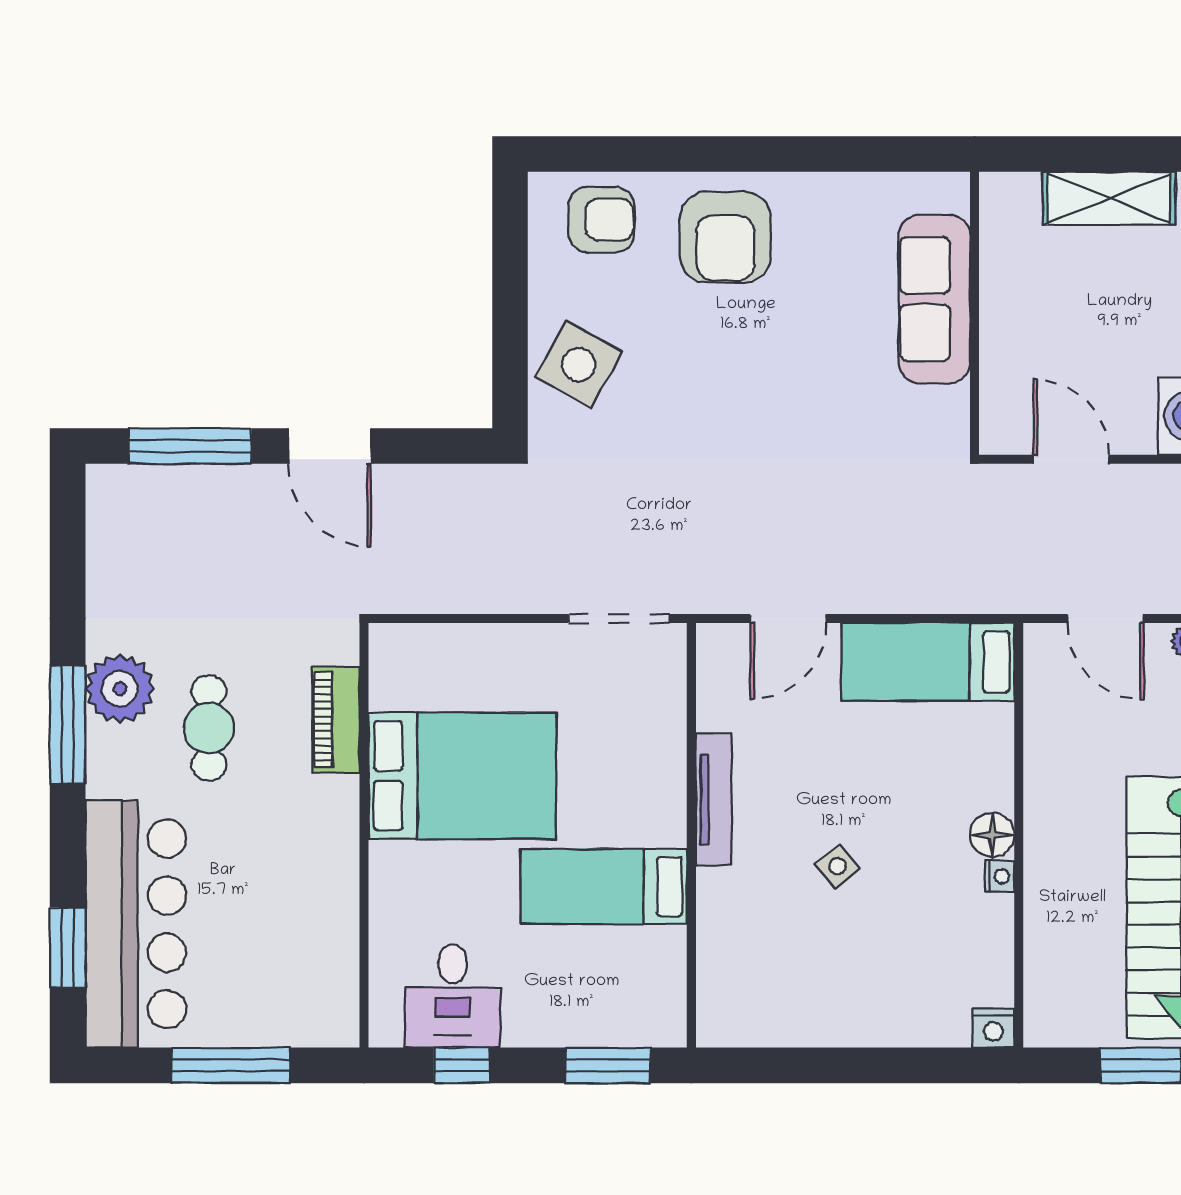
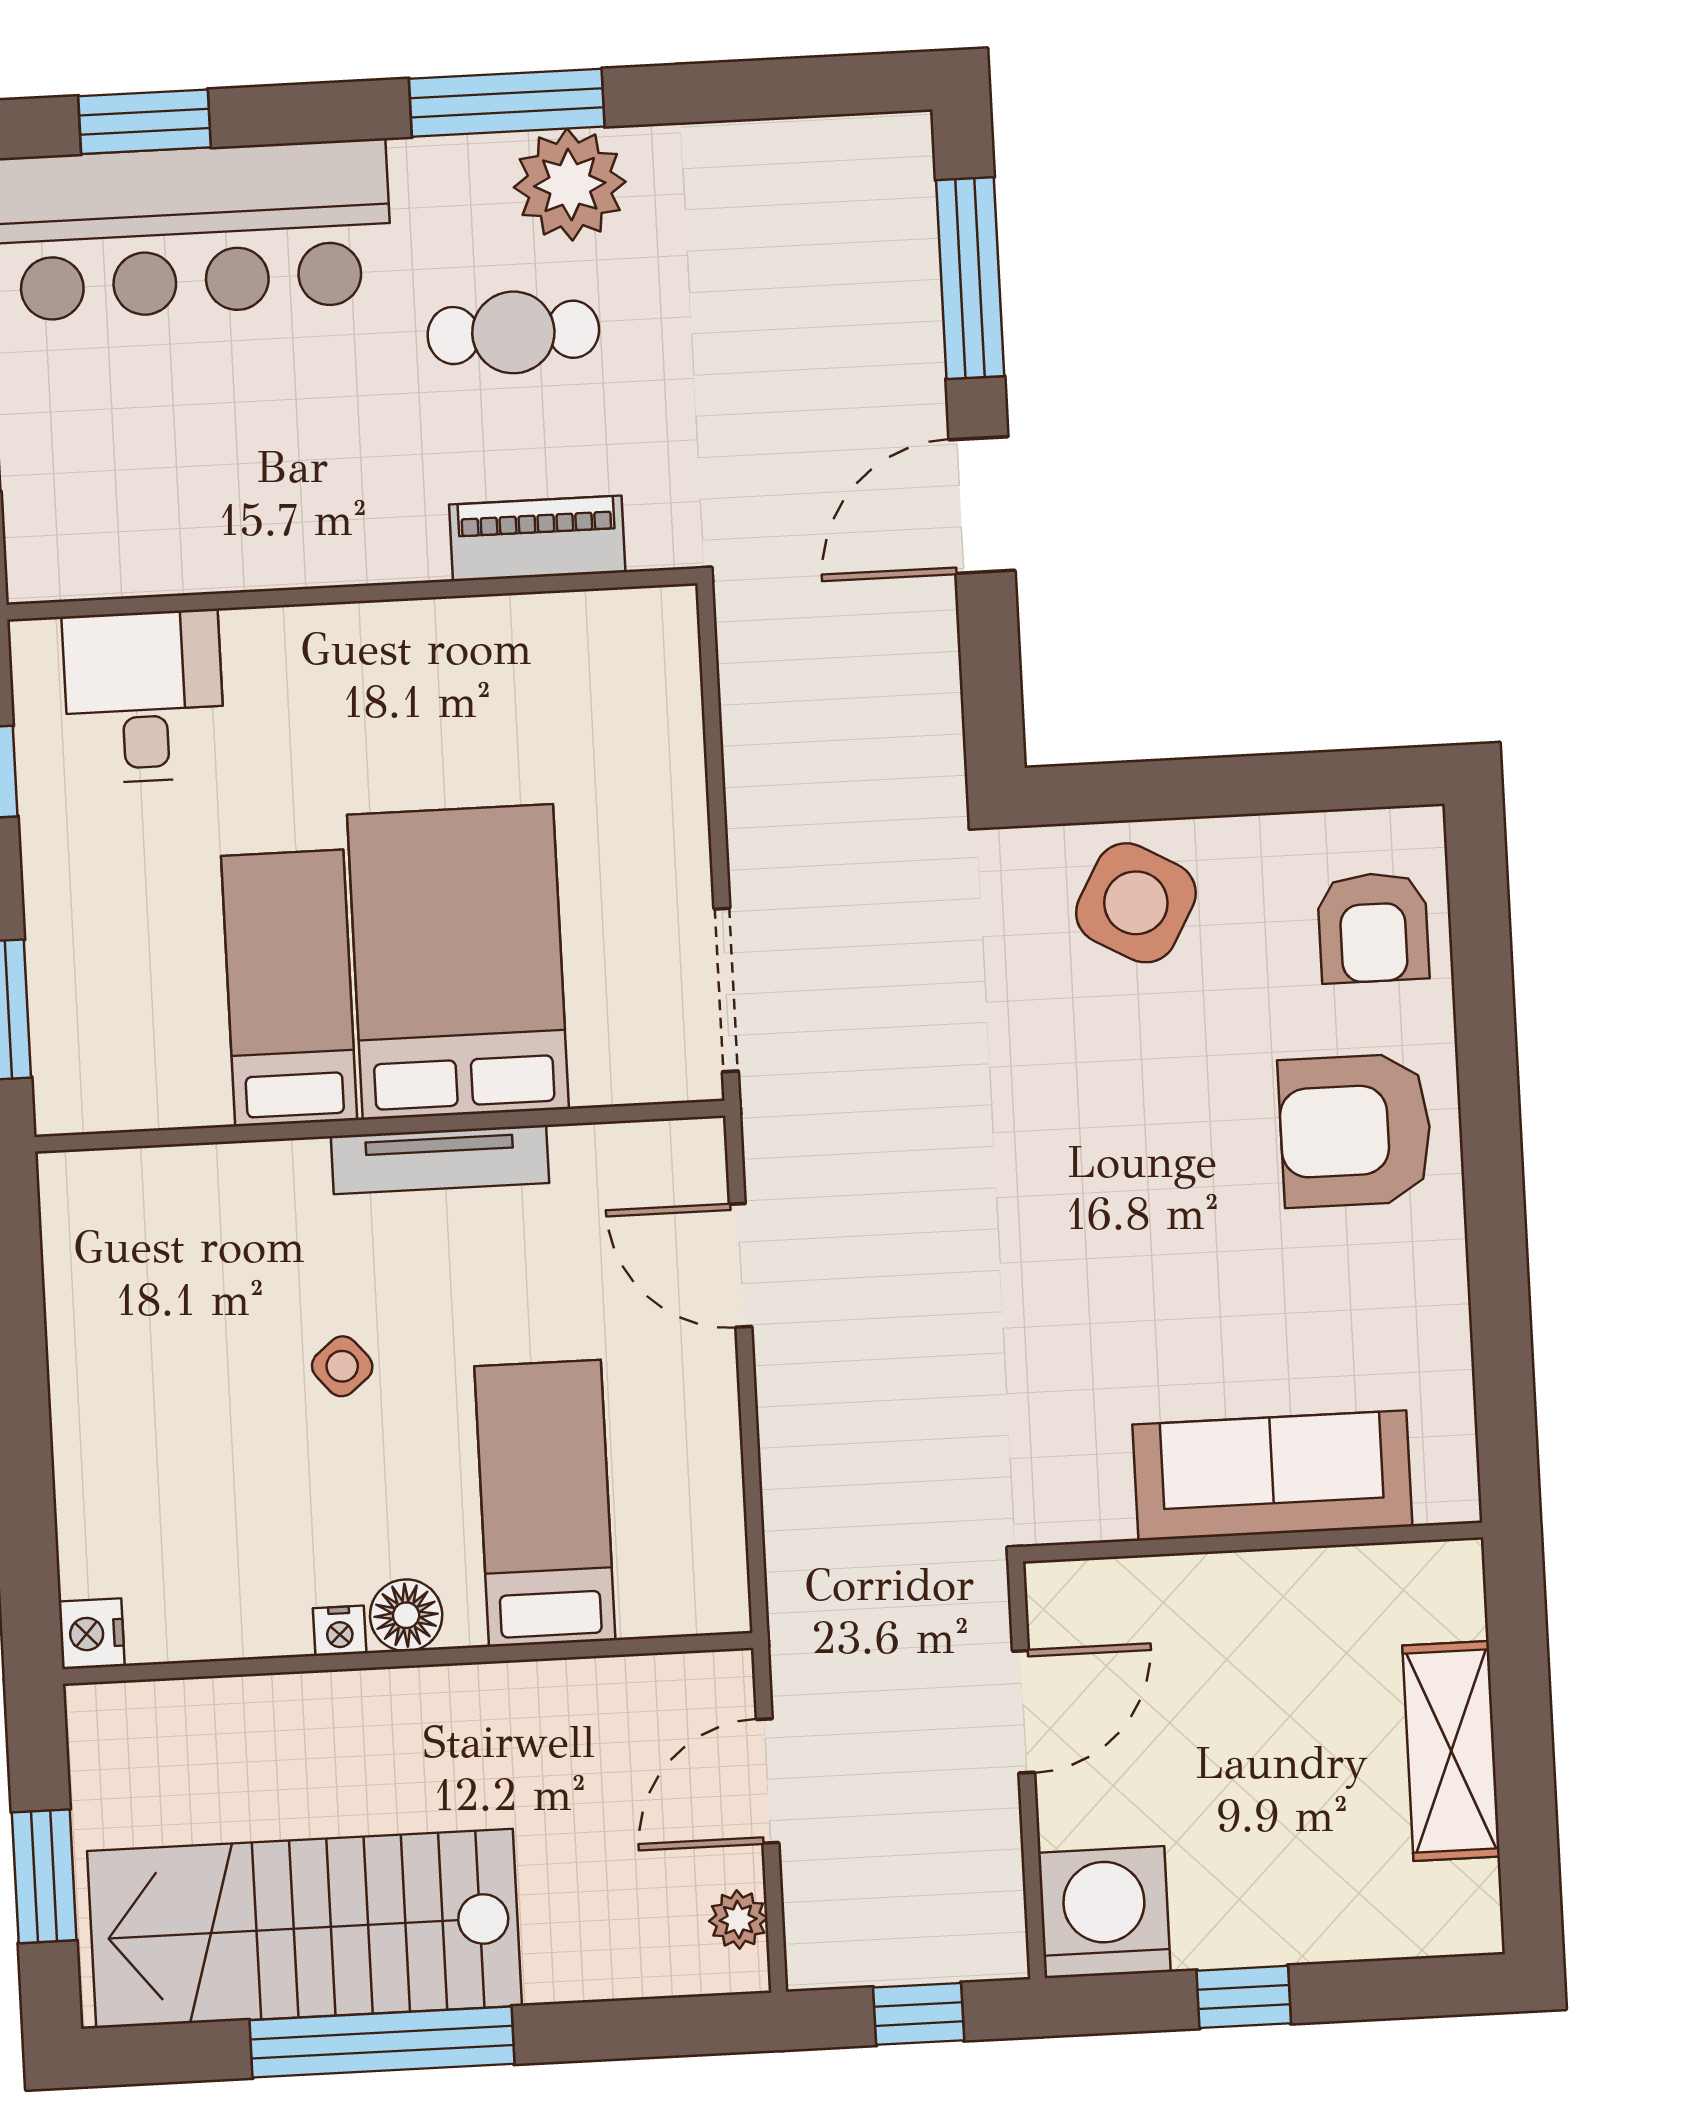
bed: (928, 662) -> (545, 1503), moved
bed: (462, 776) -> (458, 962), moved, turned 180
desk: (453, 996) -> (144, 696), moved, turned 90

